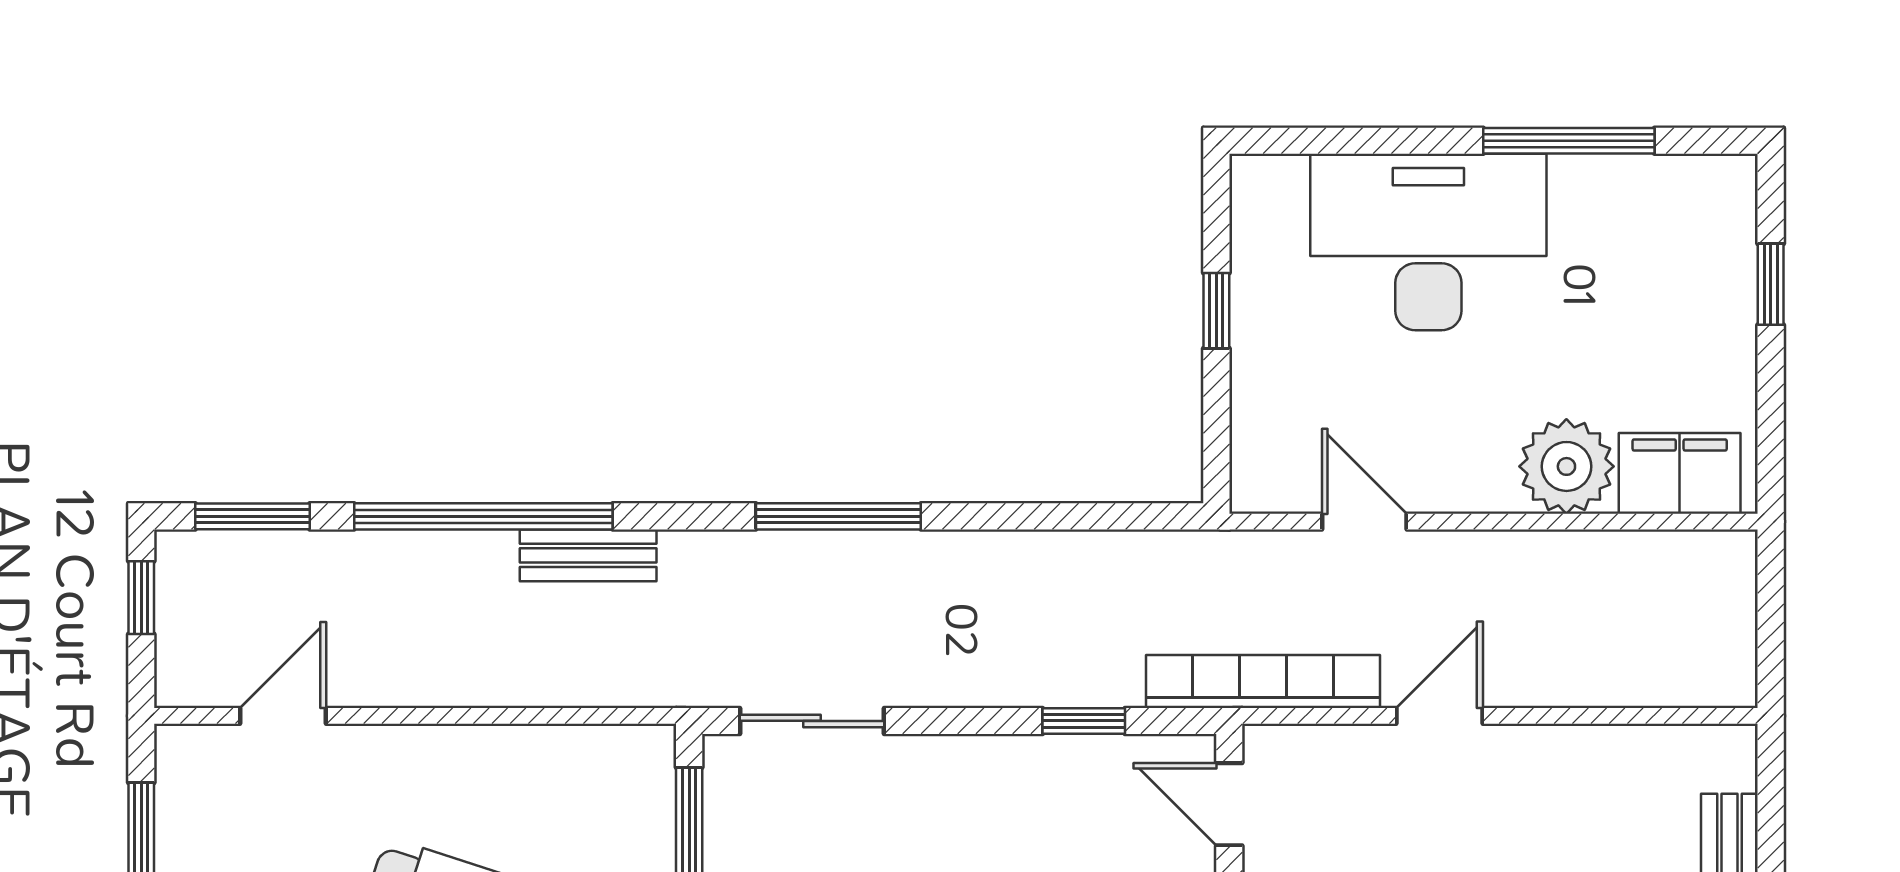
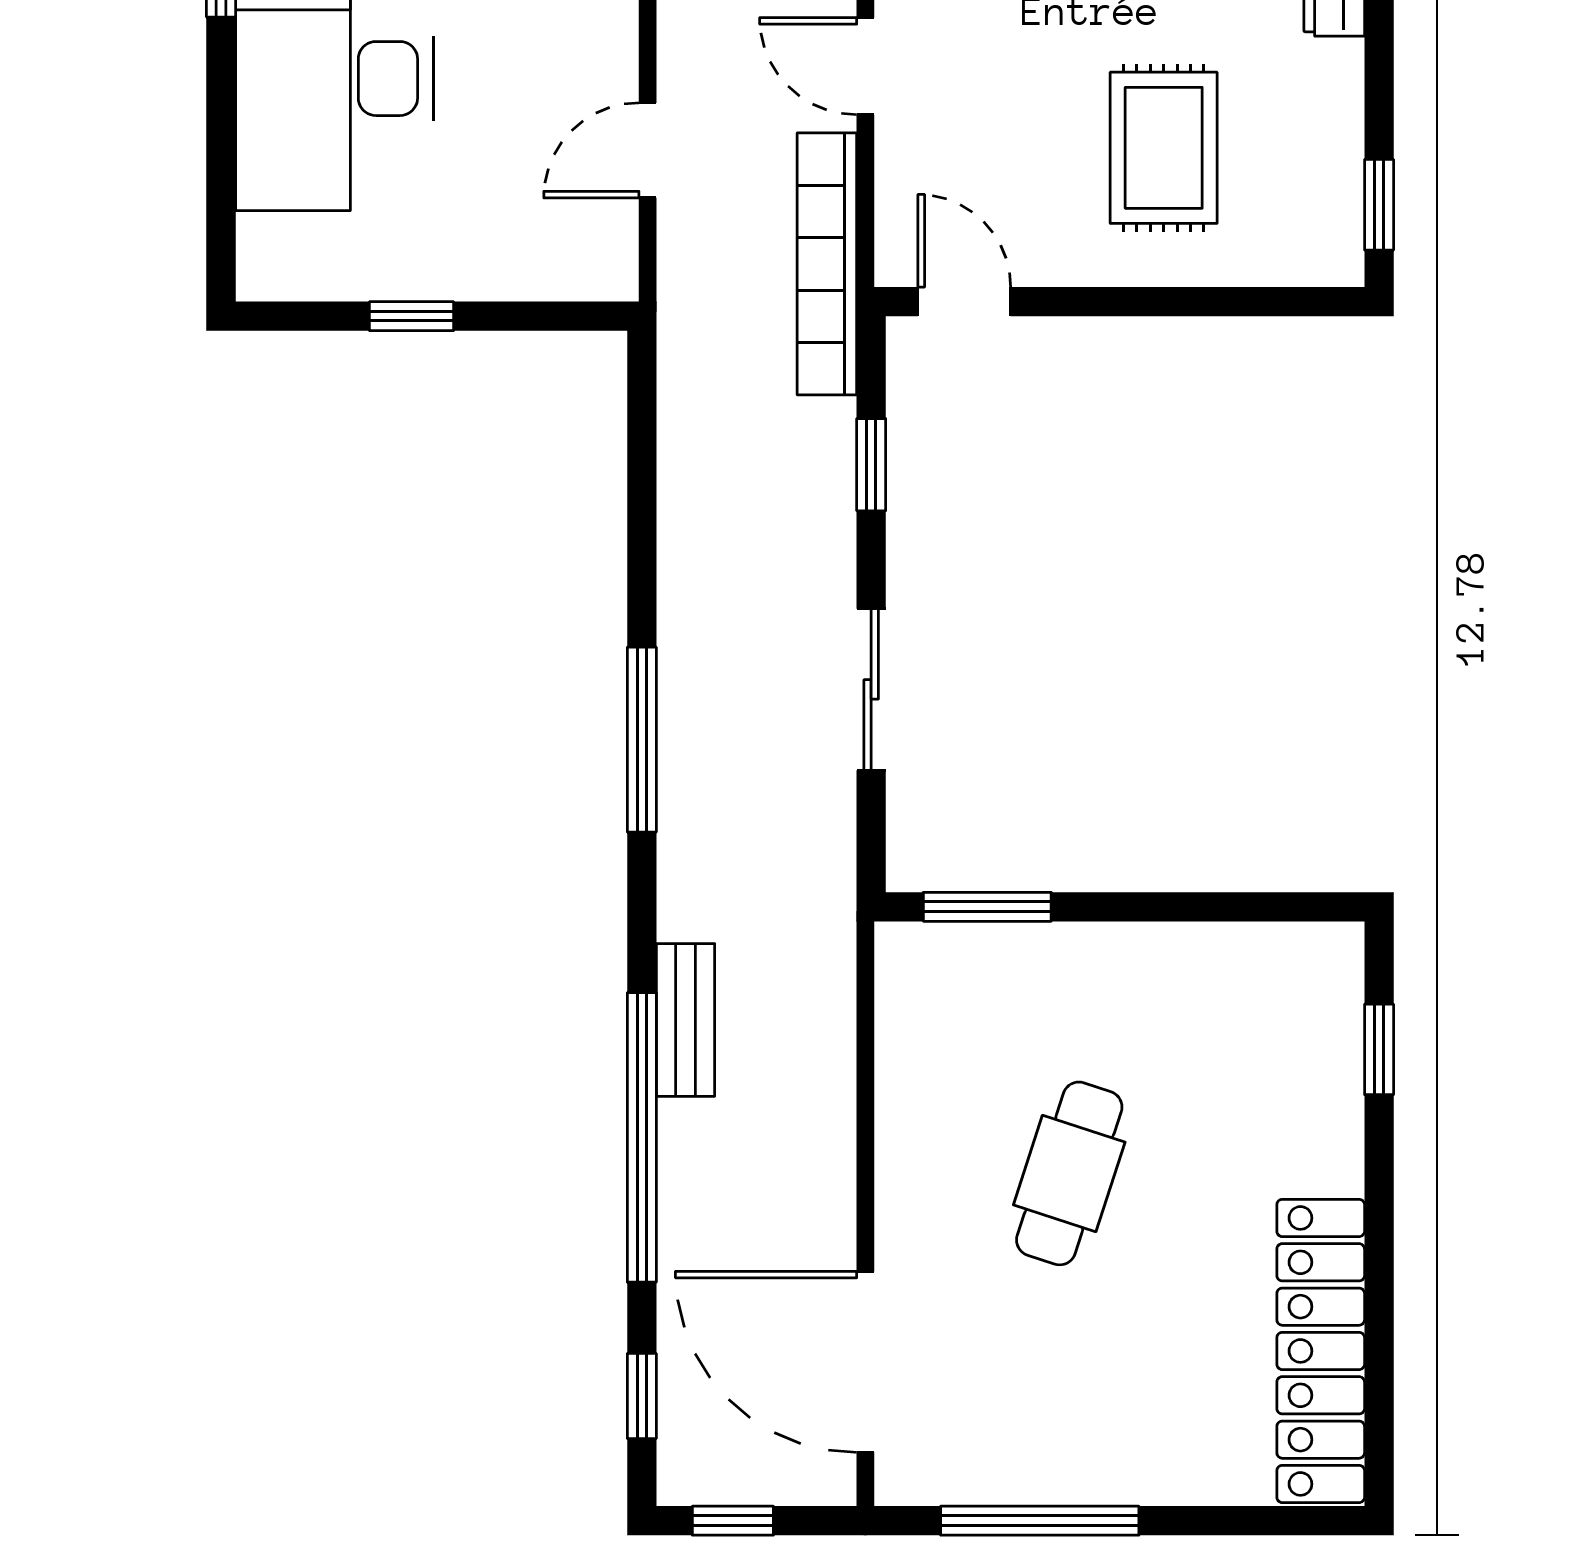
window: (253, 516) -> (642, 1396), width x0.67
door: (283, 716) -> (865, 1362), width x1.88
sliding door: (812, 721) -> (871, 689), moved
door: (1229, 804) -> (964, 302), swing flipped

